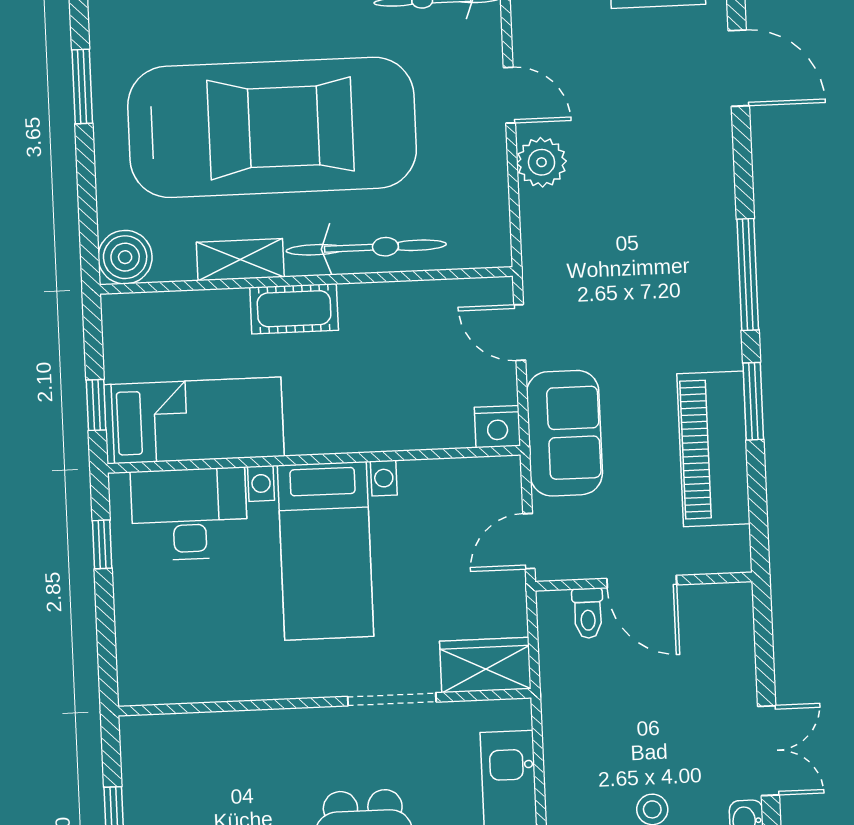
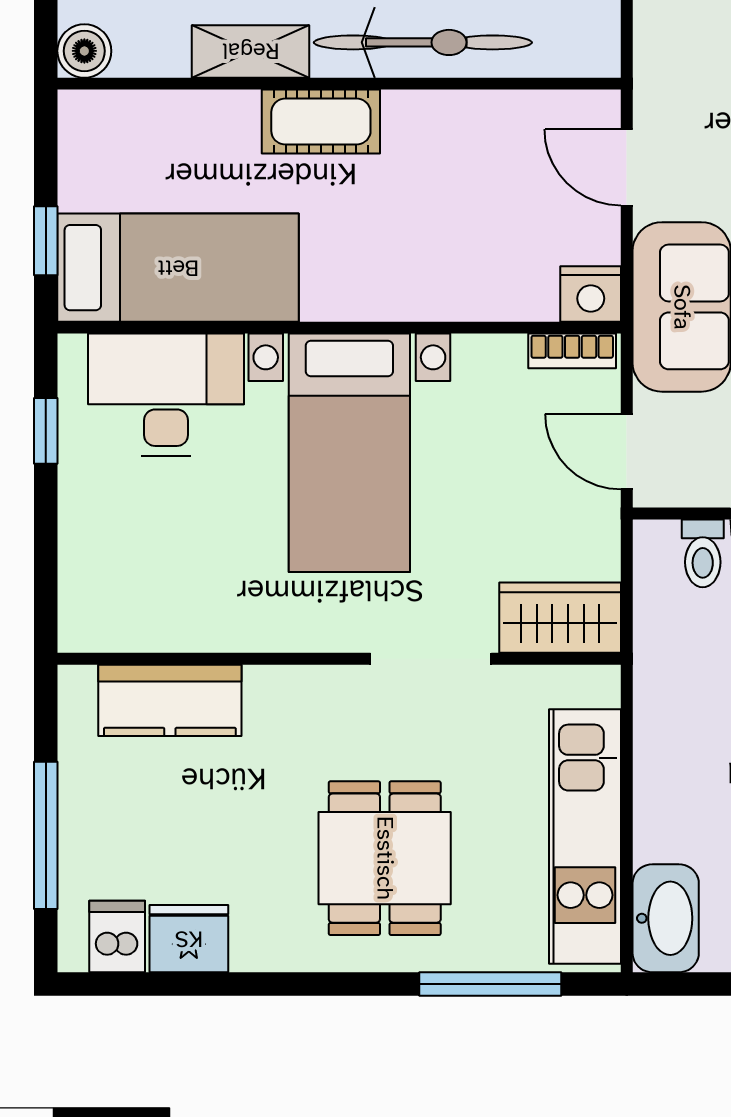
boiler: (125, 257) -> (84, 51), width x0.73, depth x0.73
bookcase: (486, 469) -> (572, 351), added
door: (529, 541) -> (627, 452), hinge flipped
kitchen counter: (202, 738) -> (170, 700), added

